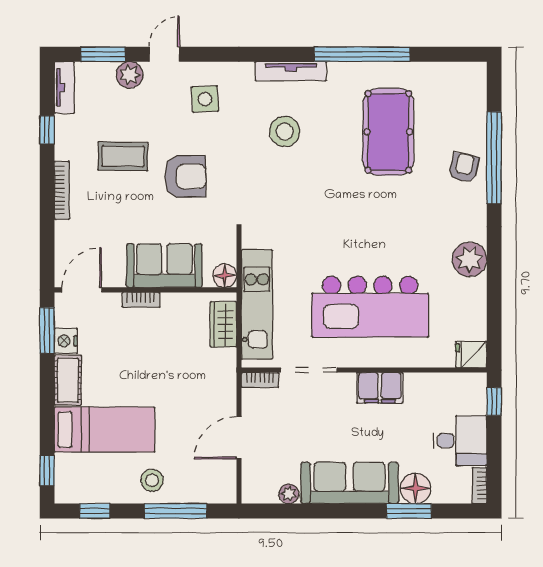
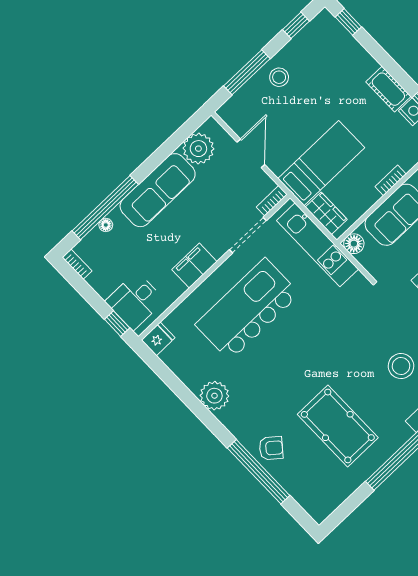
armchair: (464, 168) -> (271, 448), turned -64
bed: (104, 430) -> (321, 163), moved, turned 180
desk: (460, 441) -> (135, 301), moved
floor lamp: (416, 488) -> (106, 225), width x0.53, depth x0.53
plant: (289, 494) -> (198, 149), width x1.87, depth x1.87
window: (409, 511) -> (105, 208), width x2.11

